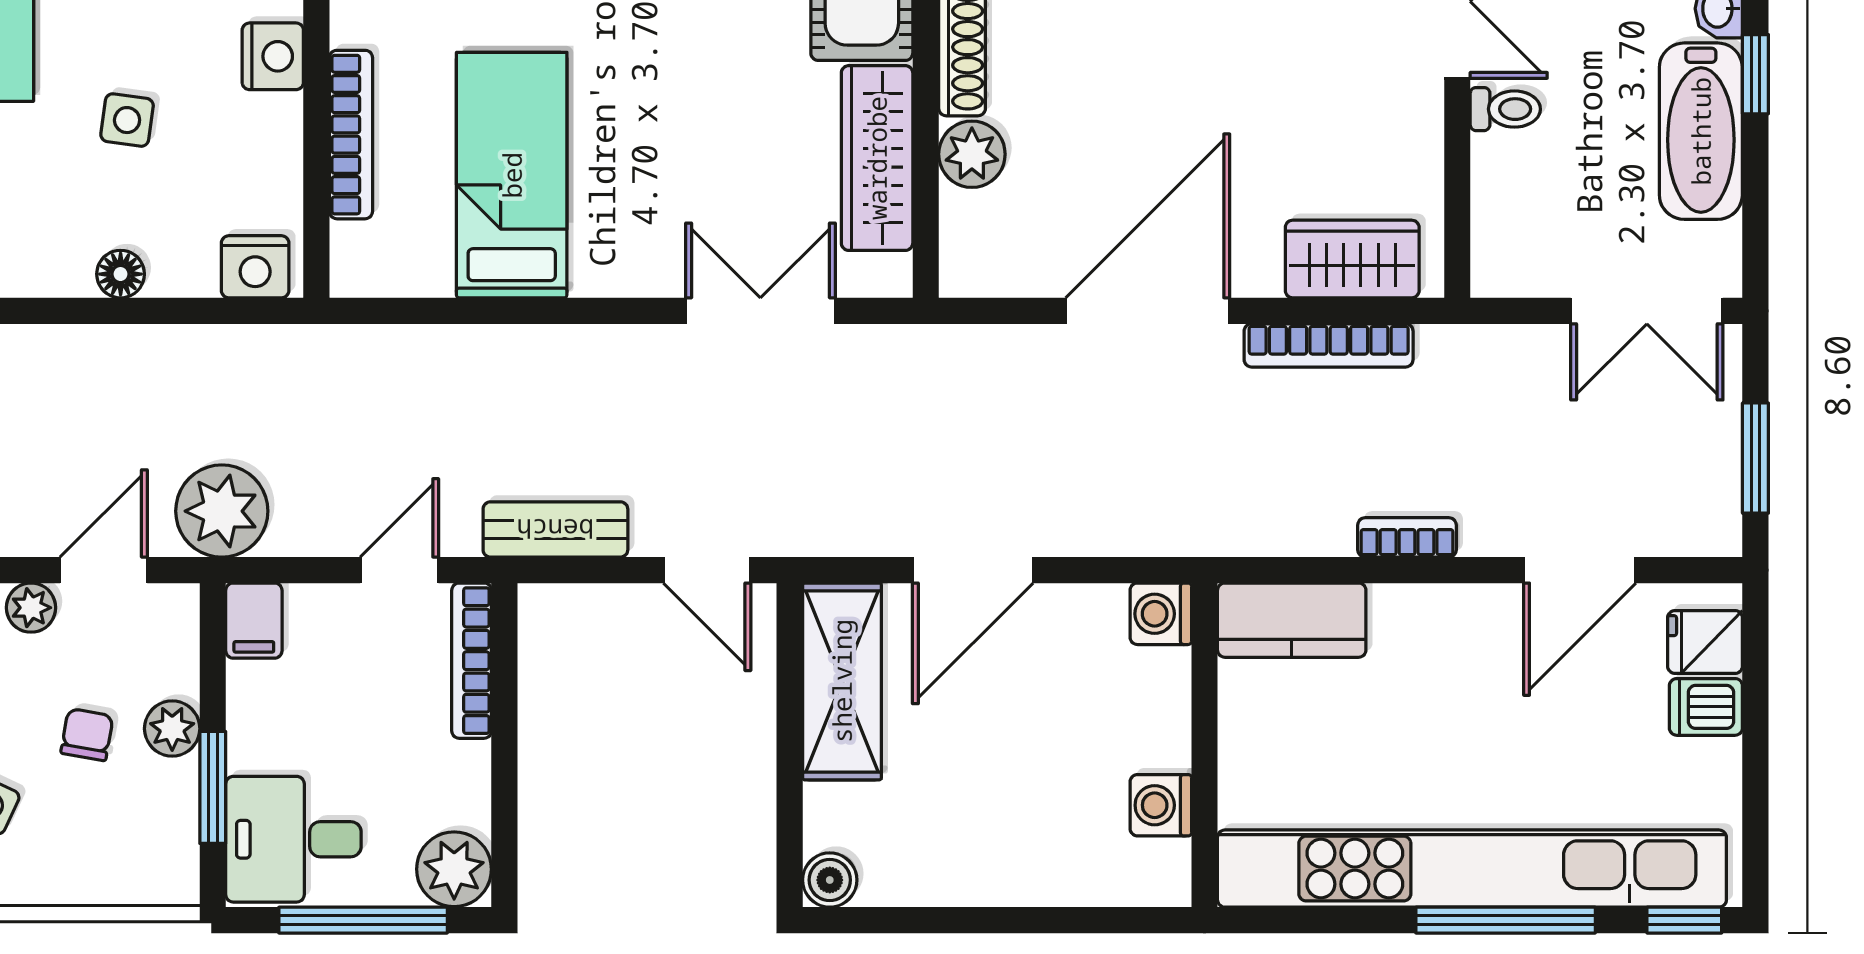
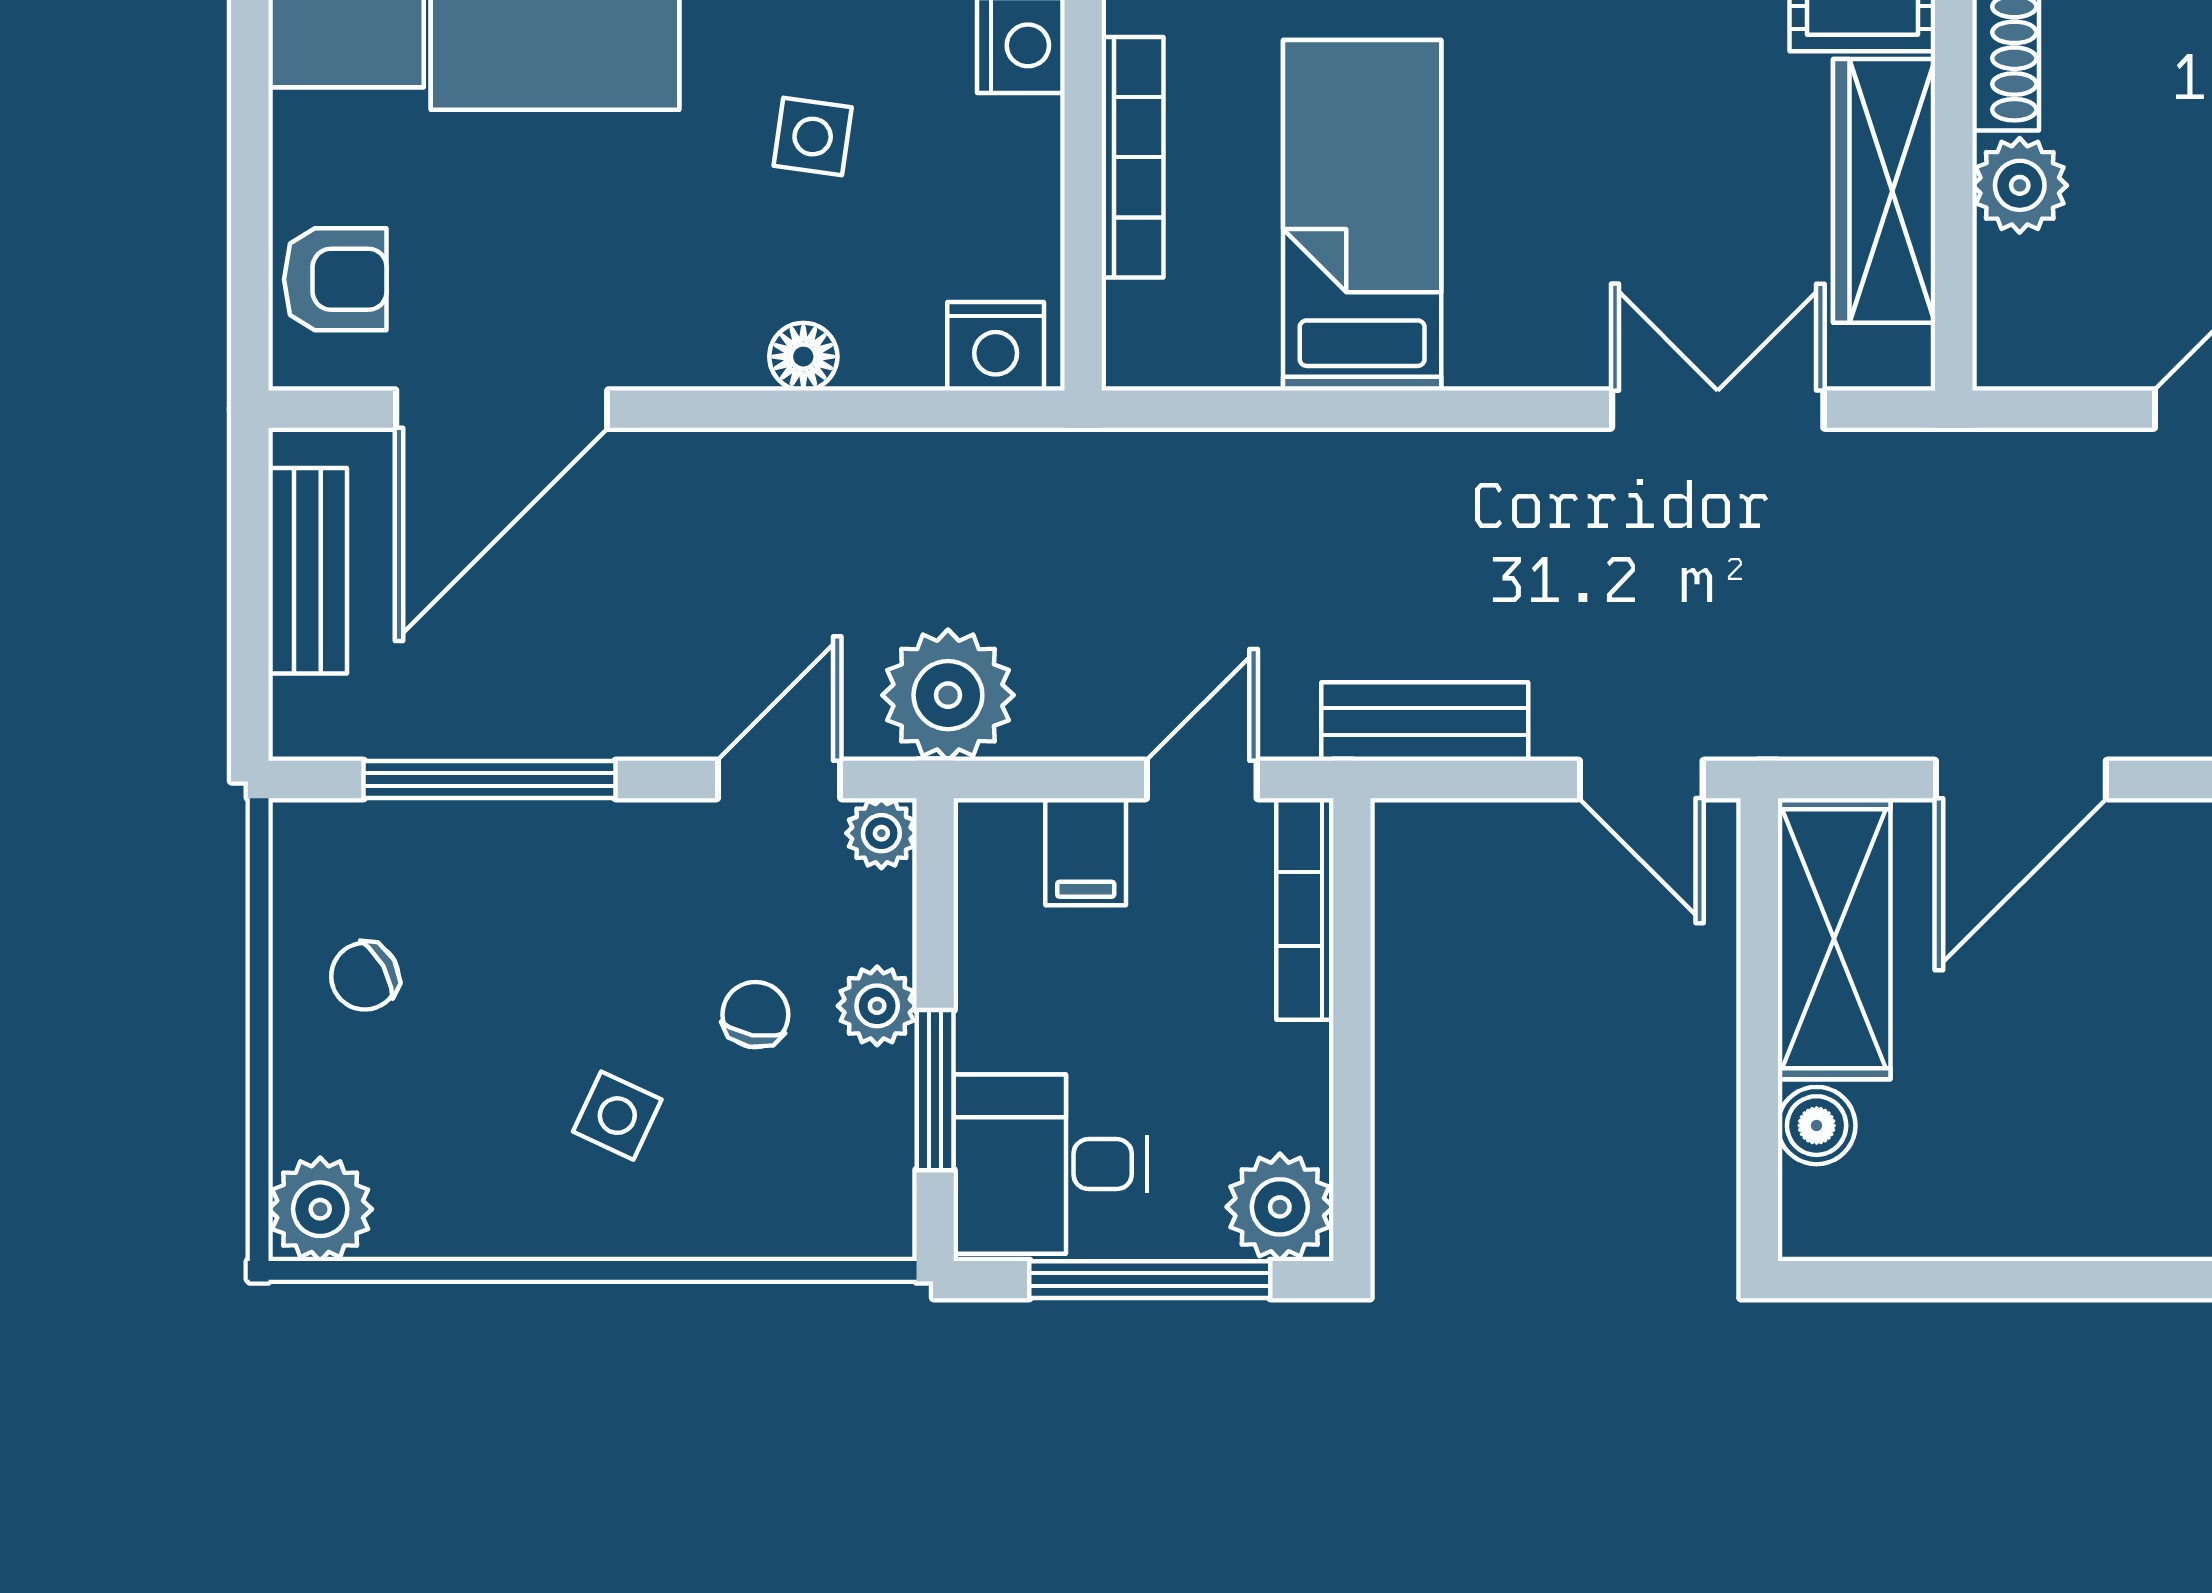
plant: (31, 608) -> (881, 833), moved
filing cabinet: (254, 621) -> (1086, 852), moved
boiler: (830, 880) -> (1817, 1126), moved

